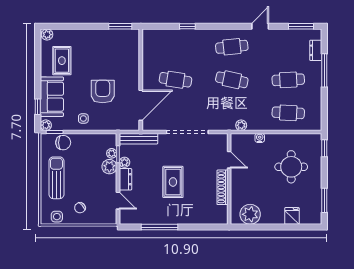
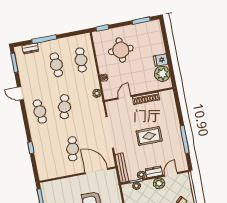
plant: (109, 167) -> (159, 183), moved
fridge: (292, 216) -> (161, 60), moved

